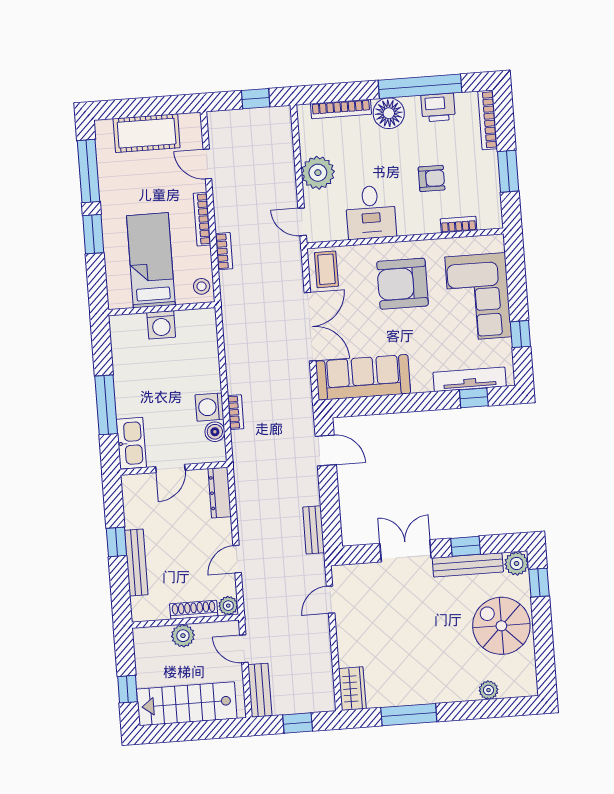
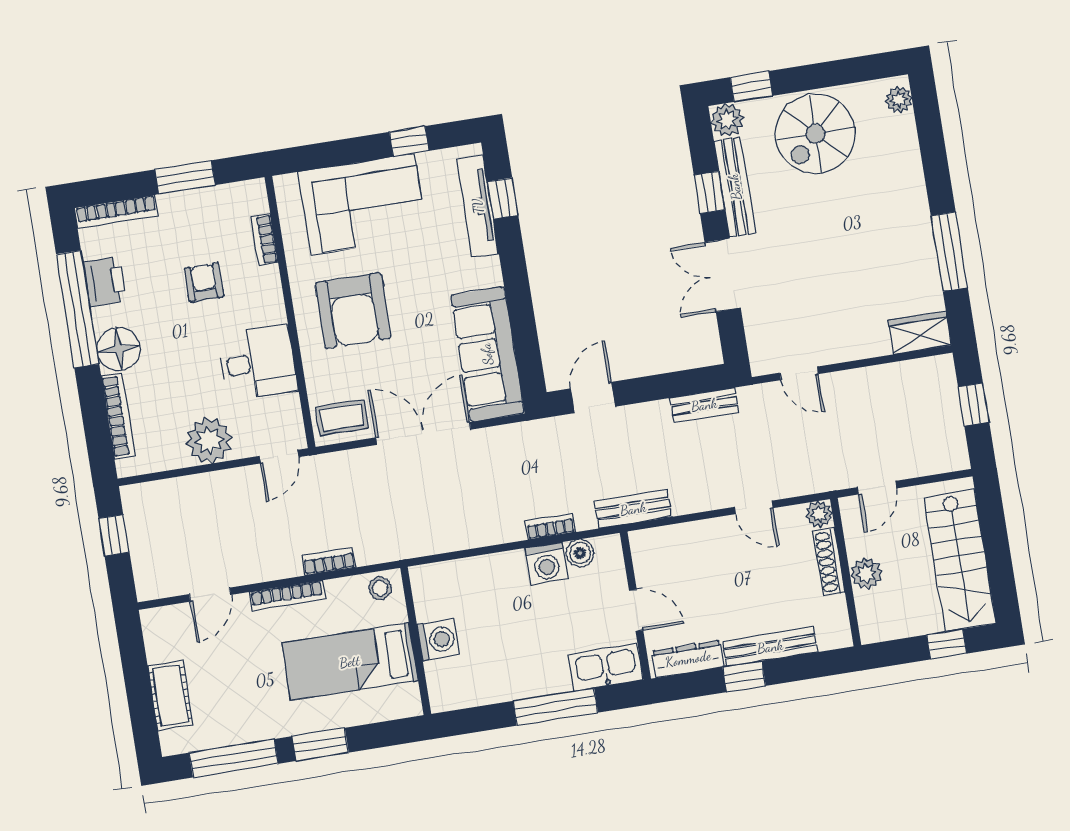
cot: (147, 133) -> (170, 695), width x0.73, depth x0.75
dresser: (220, 493) -> (688, 659), moved, turned 180
bench: (260, 690) -> (633, 509), moved
plant: (489, 690) -> (899, 100), moved

